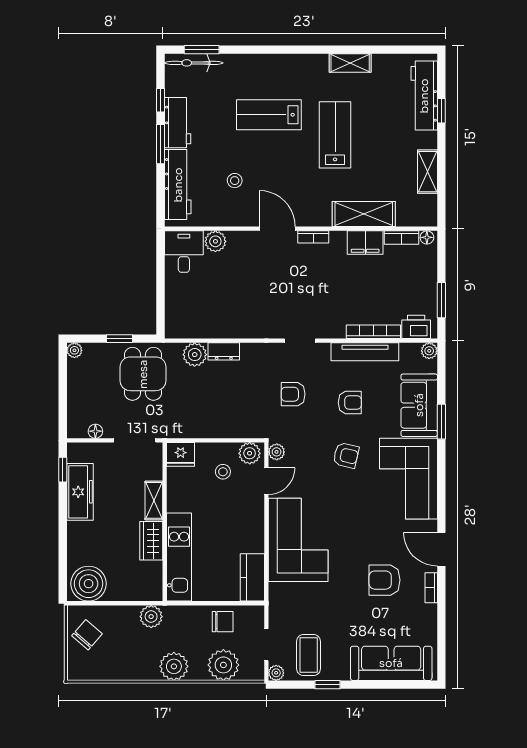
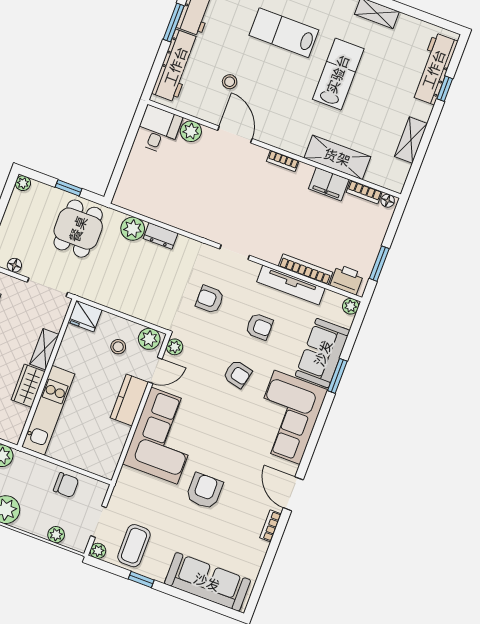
door: (277, 229) -> (235, 134), moved
kitchen counter: (252, 577) -> (129, 400), moved
armchair: (385, 580) -> (204, 491), moved, turned 90
plant: (223, 665) -> (56, 535), width x0.53, depth x0.53

